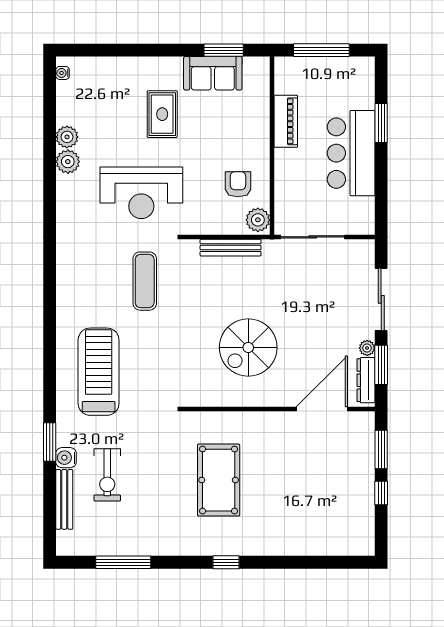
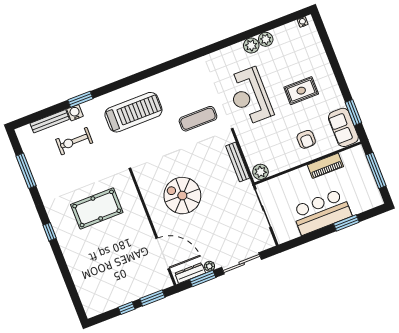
sofa: (213, 73) -> (343, 127), moved
armchair: (238, 184) -> (306, 139), moved, turned 90

